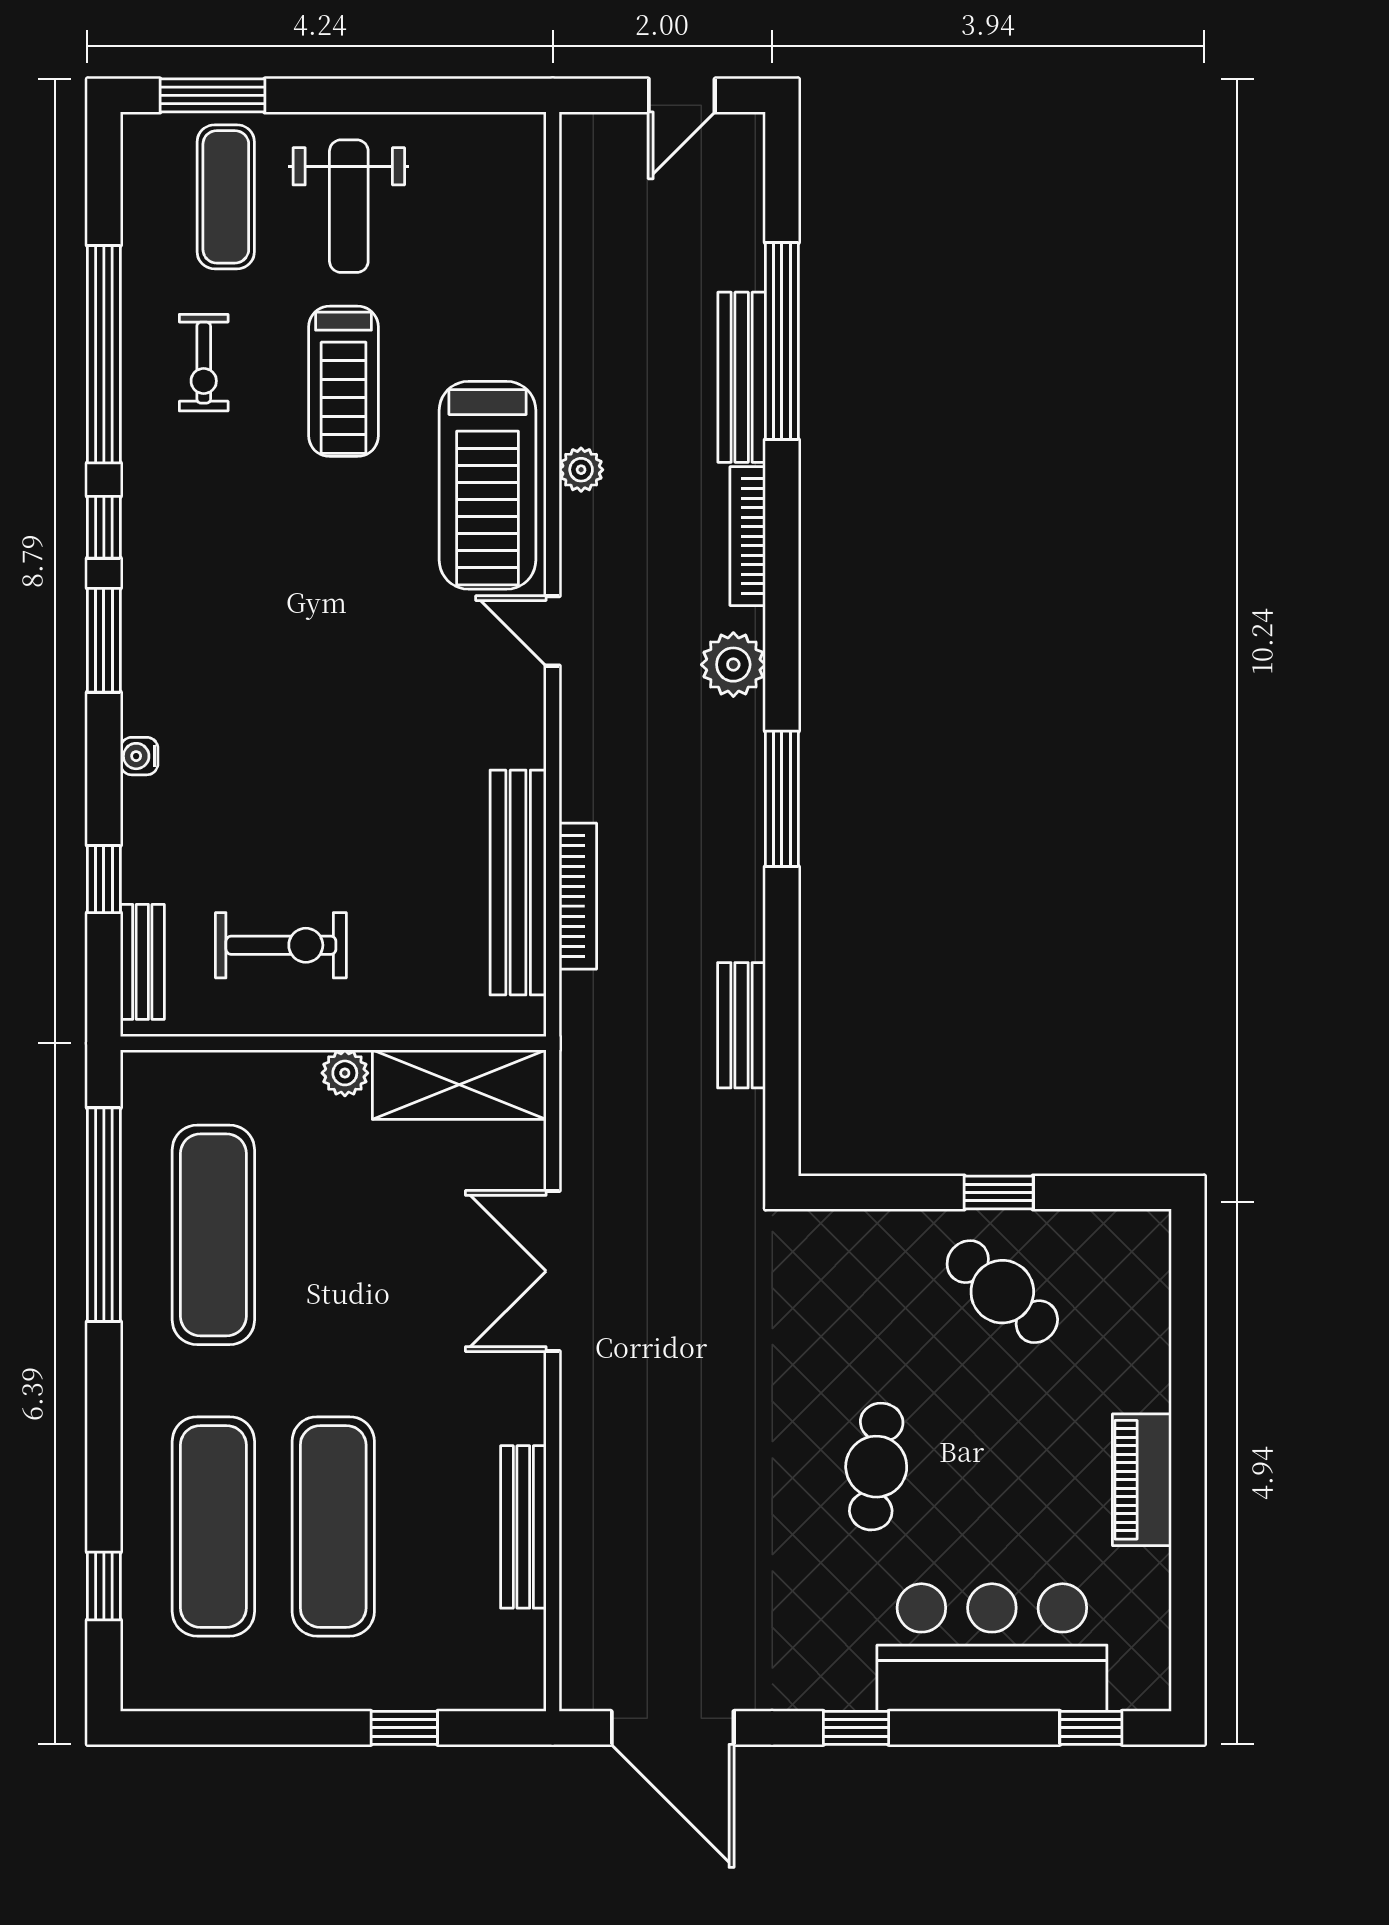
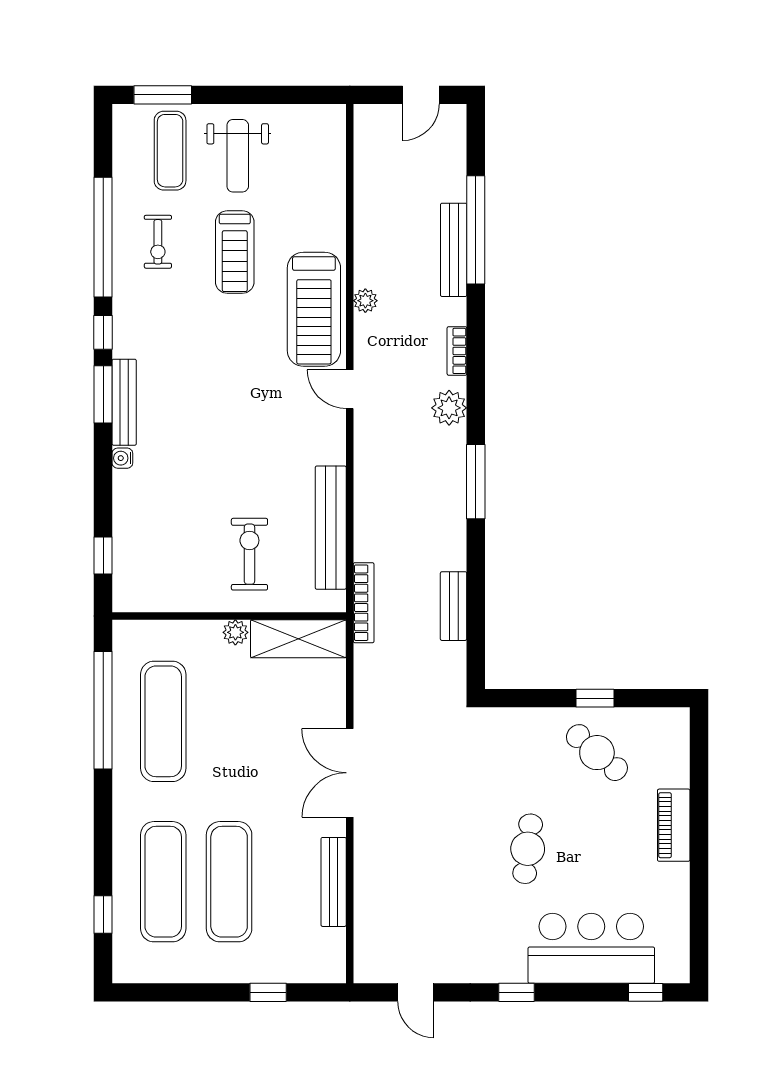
bookcase: (748, 536) -> (457, 351), width x0.64
window: (104, 879) -> (103, 556), moved
bookcase: (578, 896) -> (364, 603), moved
exercise bike: (281, 945) -> (249, 554), moved, turned -90
bench: (142, 962) -> (124, 402), moved, width x1.36
double door: (553, 1271) -> (350, 773), moved
piano: (1142, 1480) -> (674, 825), moved
door: (673, 1728) -> (416, 992), width x0.53

